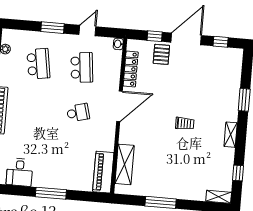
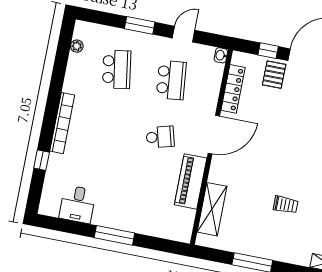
trolley: (185, 123) -> (286, 205), moved
piano: (103, 172) -> (191, 181), moved

